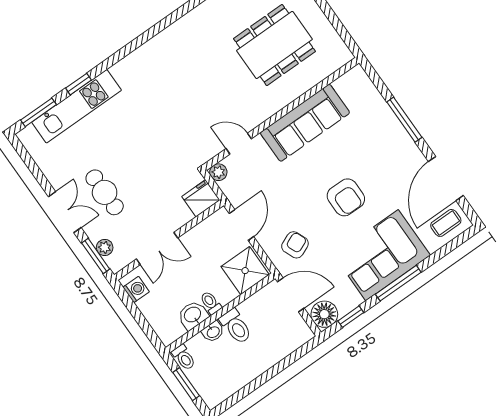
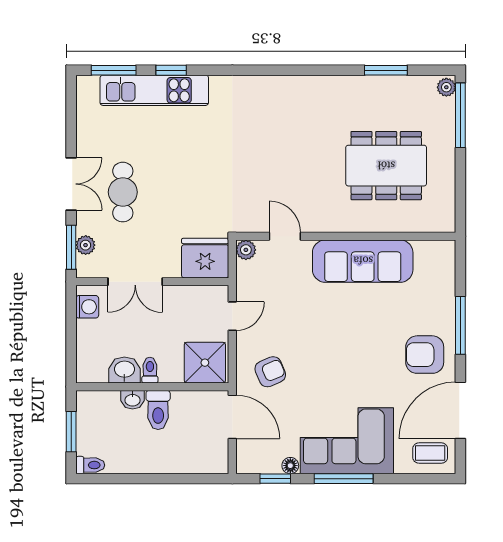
armchair: (346, 197) -> (425, 355), moved, turned 90
fridge: (201, 198) -> (205, 258), width x1.36, depth x1.34
door: (241, 225) -> (232, 316), width x0.73
floor lamp: (324, 314) -> (290, 466), moved, width x0.53, depth x0.53
toilet: (184, 357) -> (90, 465), moved, turned -90

